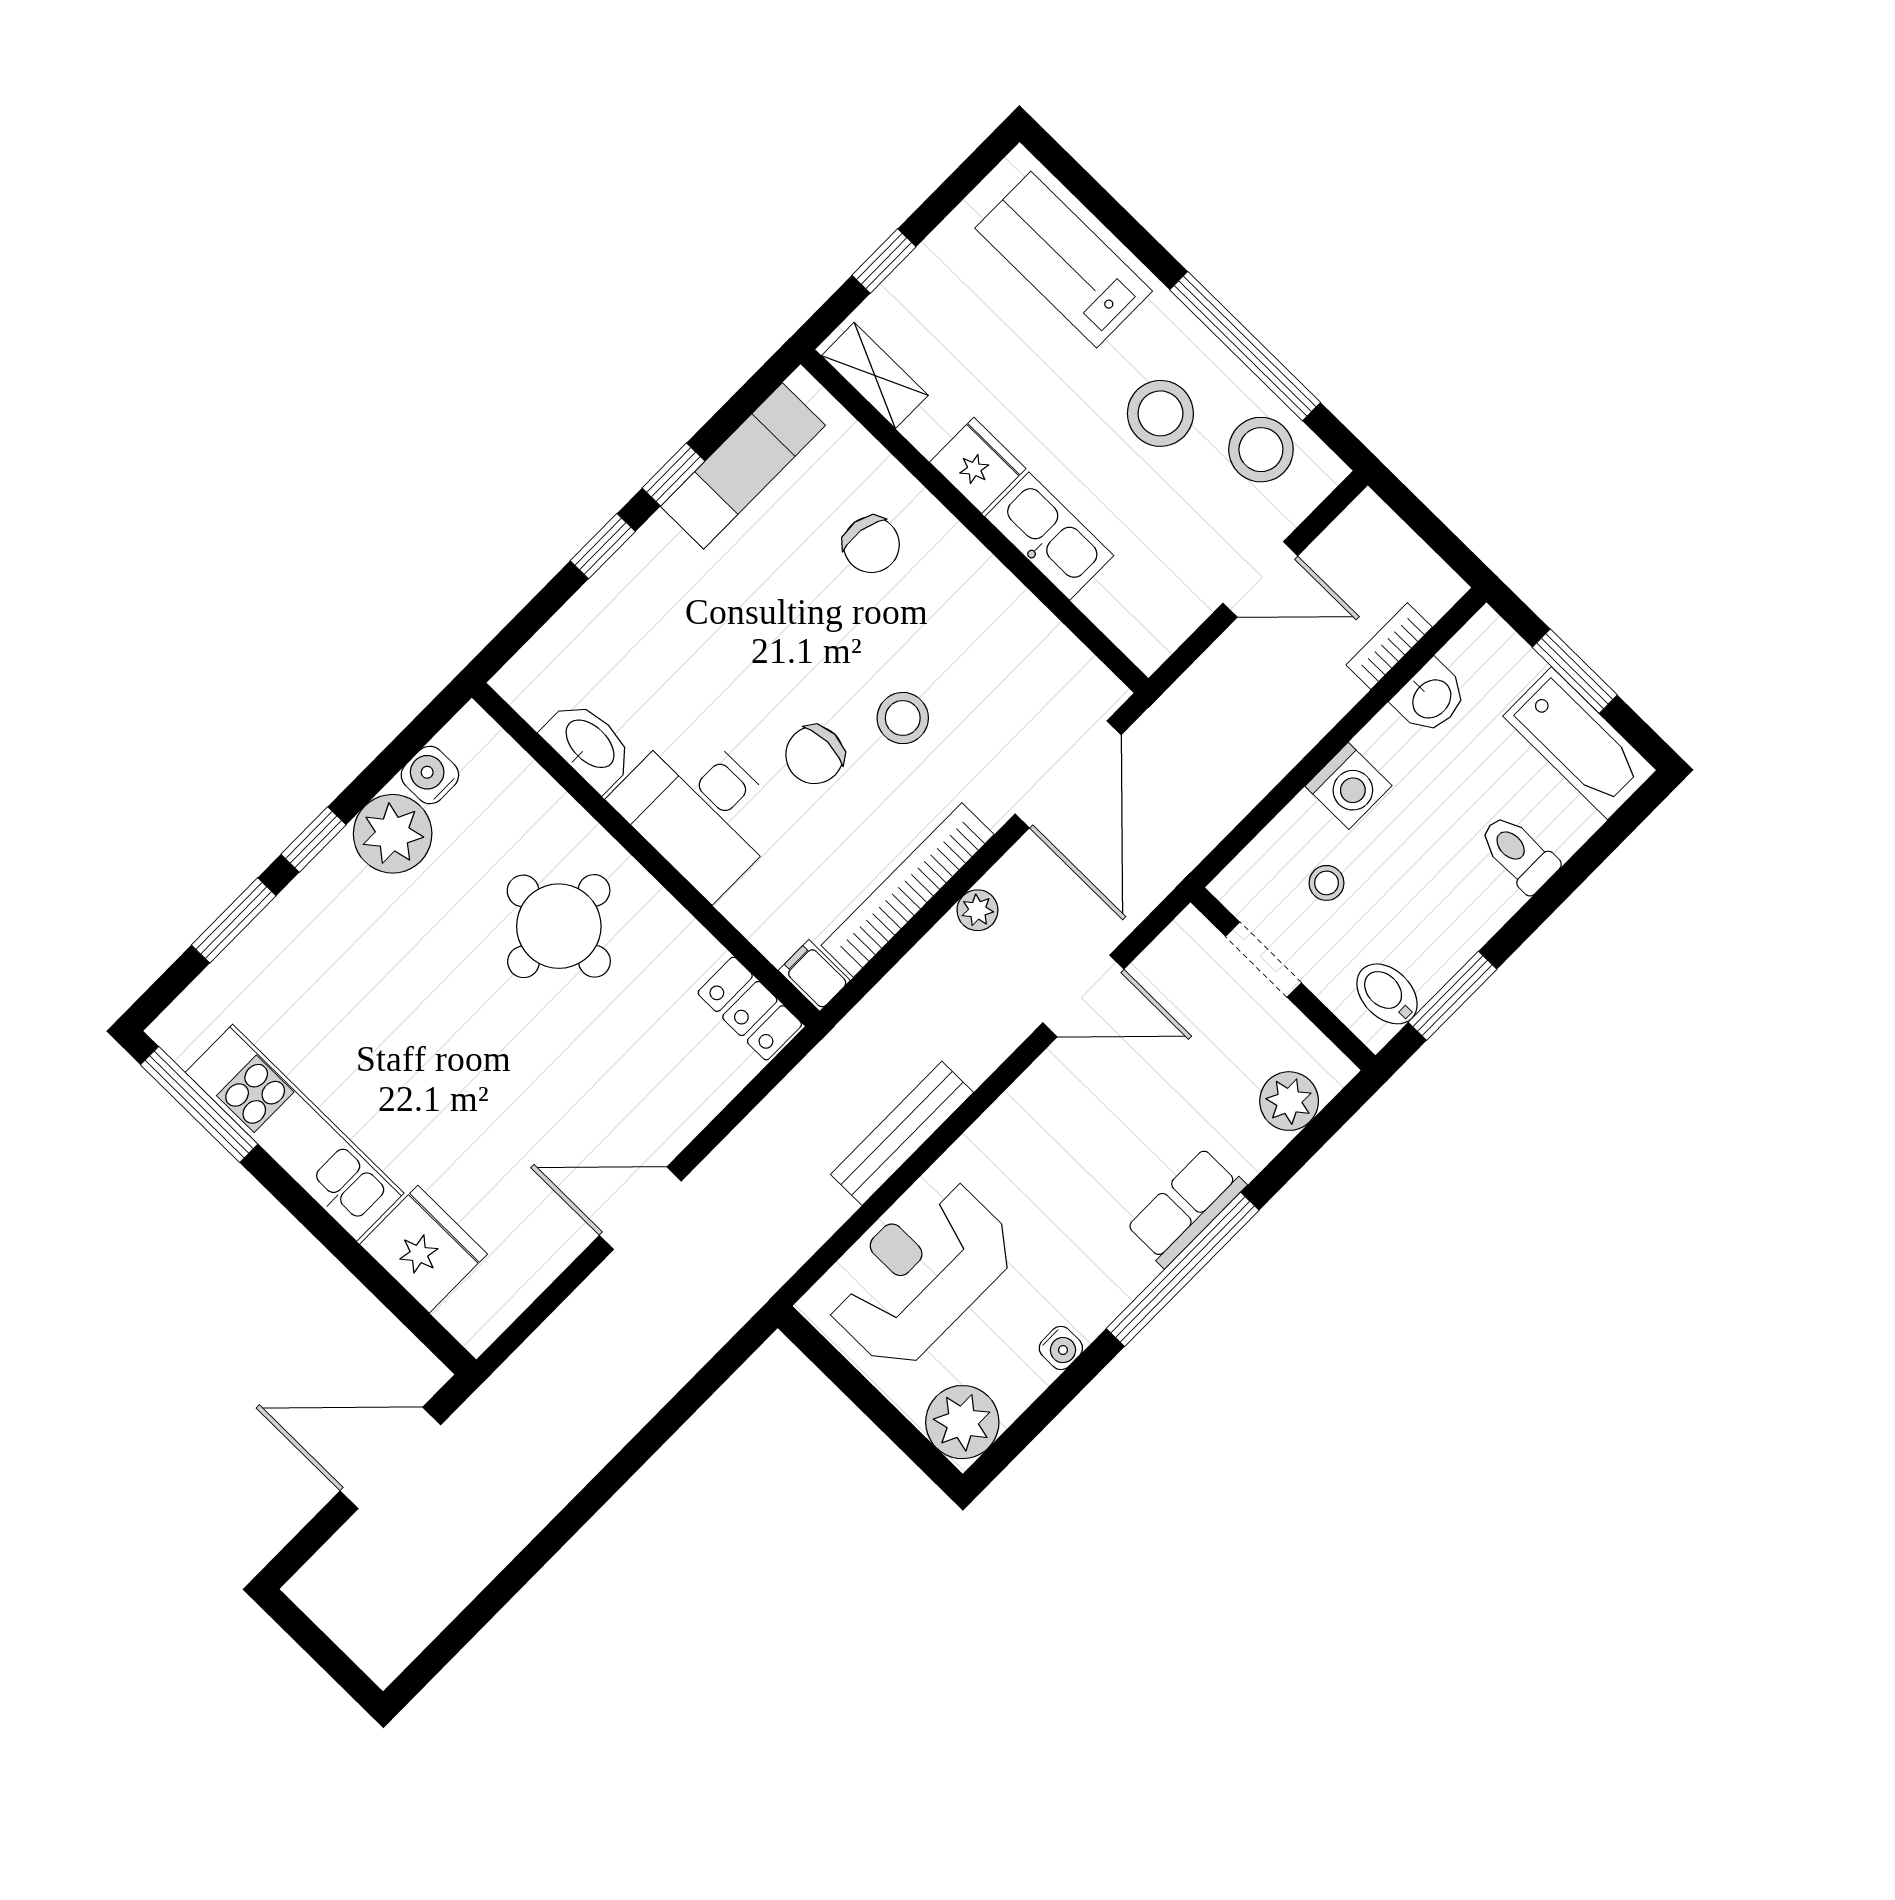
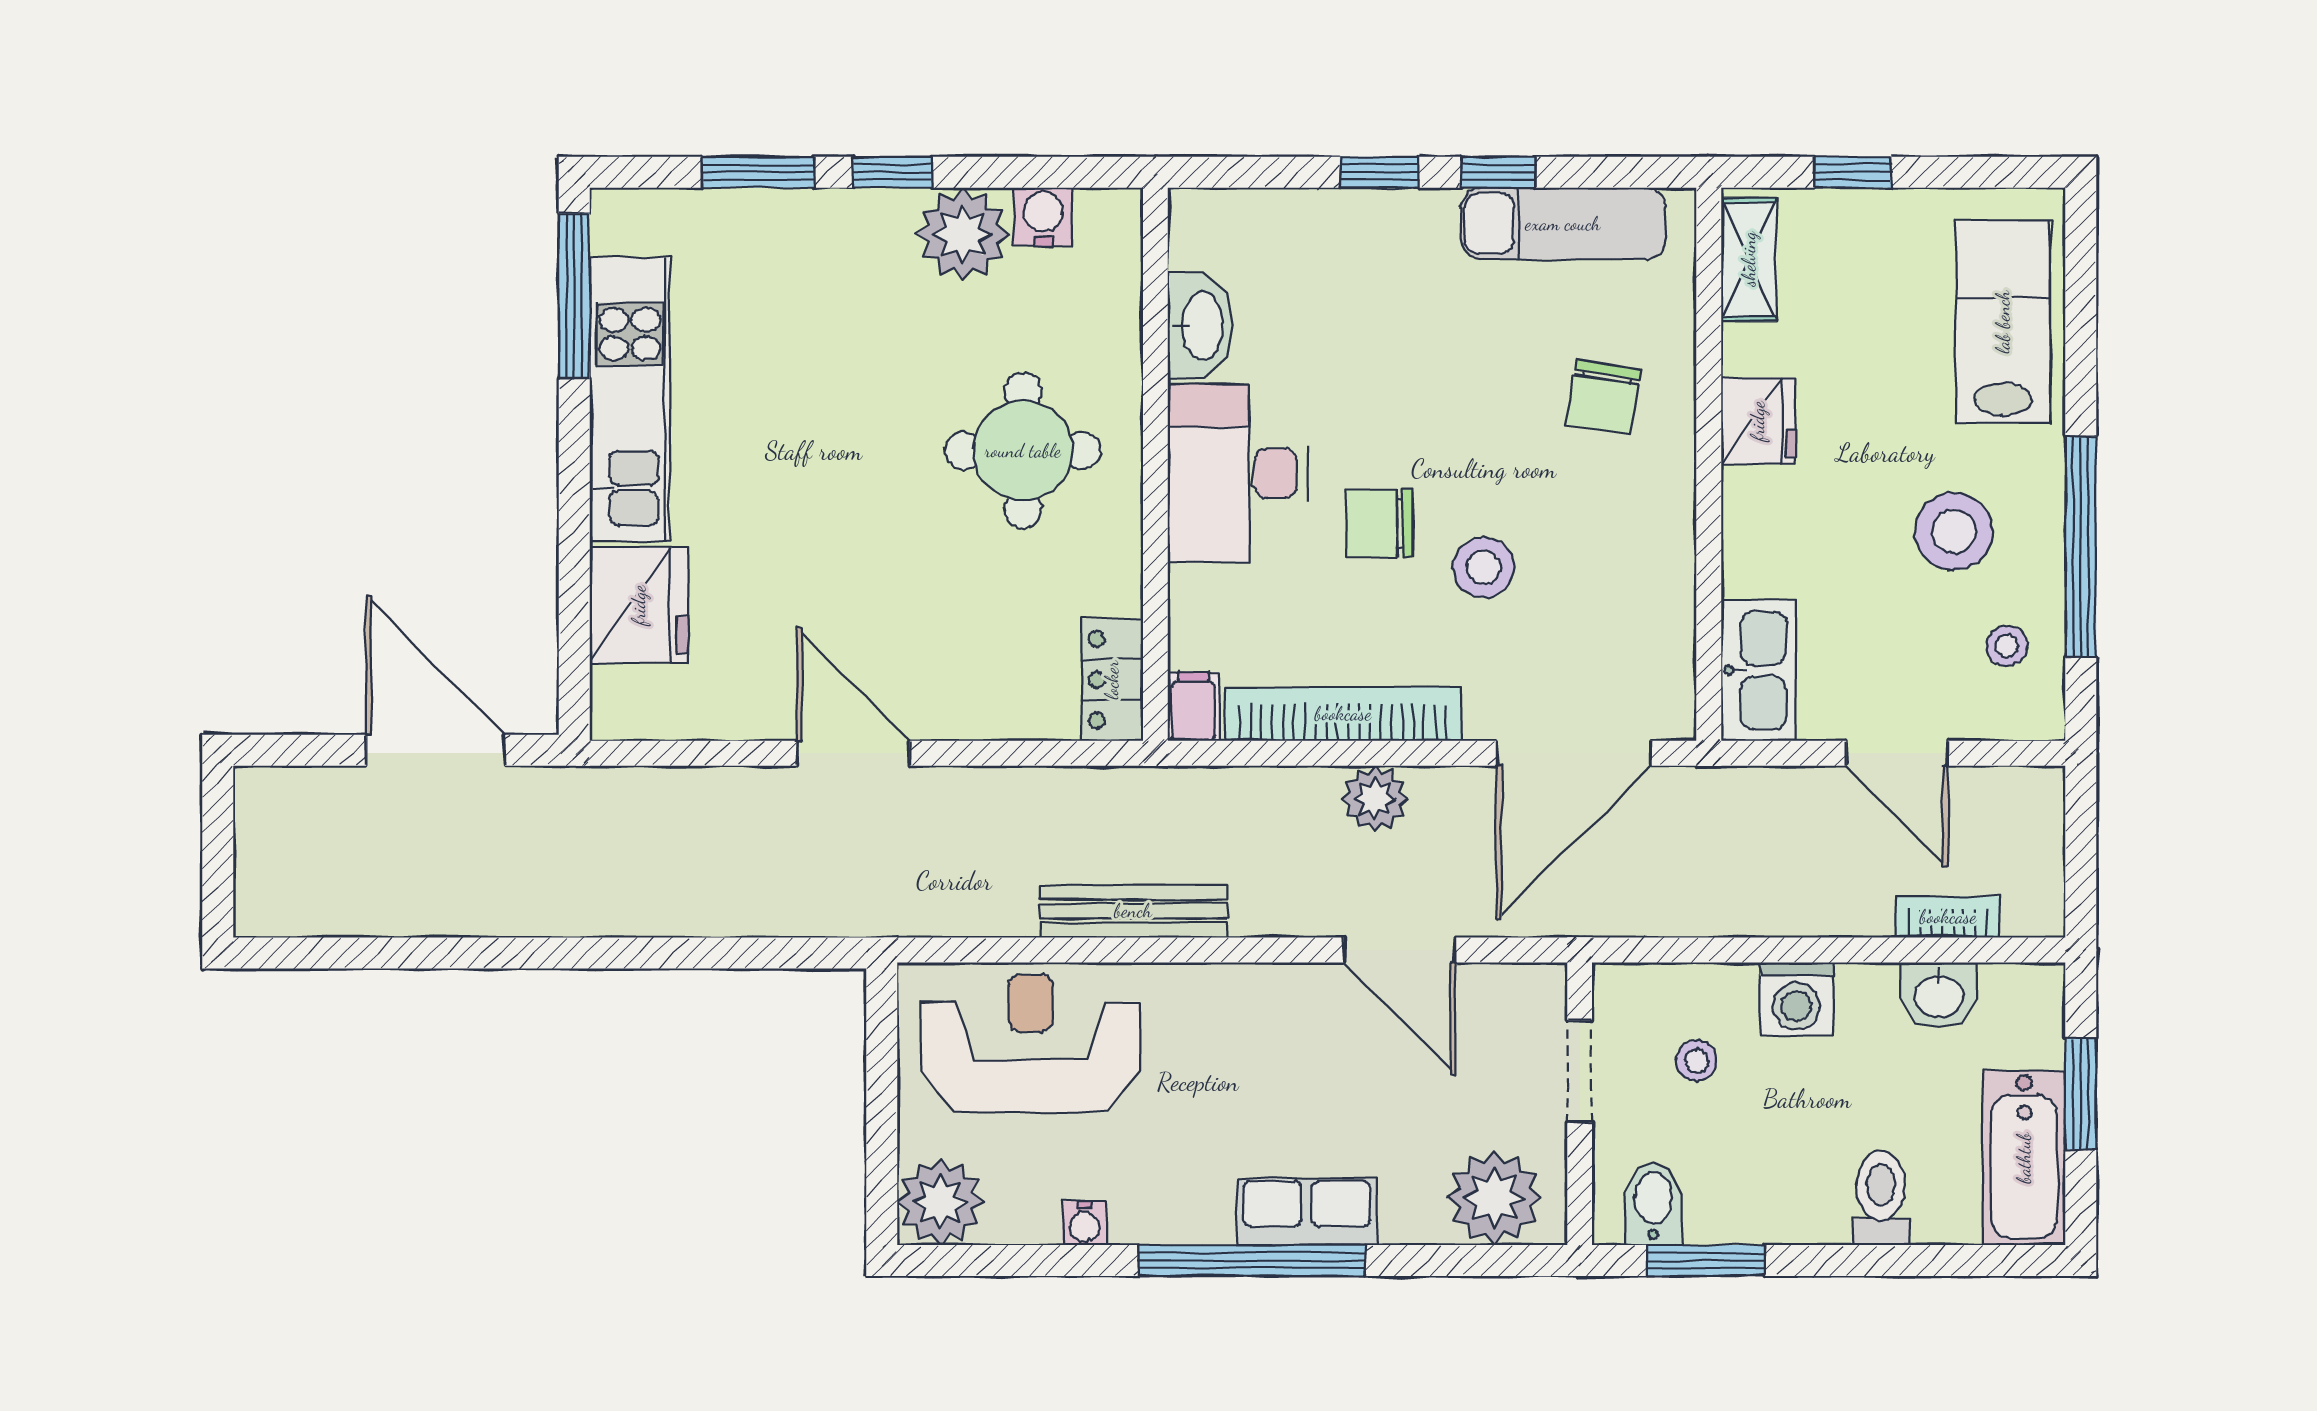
stool: (1261, 450) -> (2007, 646), width x0.53, depth x0.53
kitchen sink: (1049, 536) -> (1758, 670), moved
plant: (977, 910) -> (1375, 799), width x1.38, depth x1.38
plant: (1289, 1101) -> (1494, 1198), width x1.36, depth x1.36

